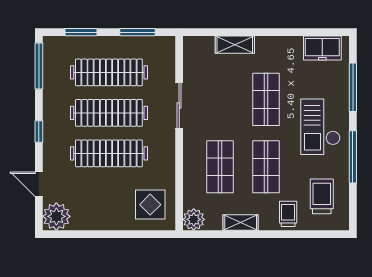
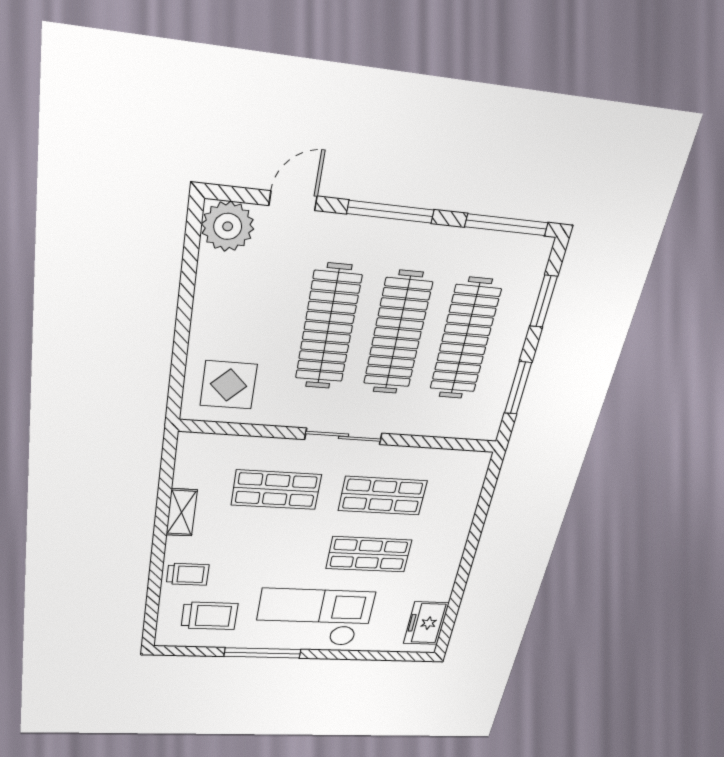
shelving: (235, 45) -> (461, 519), removed
window: (353, 87) -> (362, 655), removed
sliding door: (179, 105) -> (343, 436), moved
checkout: (320, 127) -> (314, 617), width x1.36, depth x1.21
window: (39, 132) -> (390, 212), width x2.17
shop shelf: (266, 167) -> (383, 496), moved
plant: (194, 219) -> (195, 448), removed

